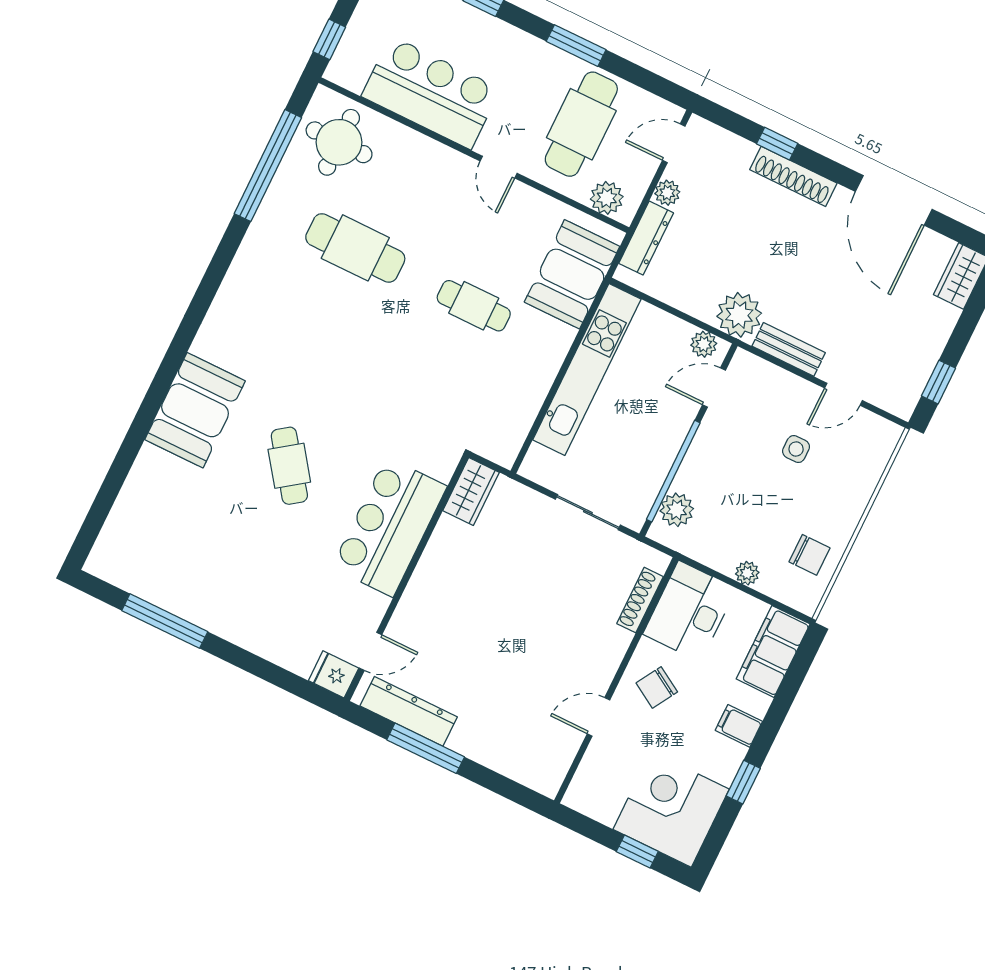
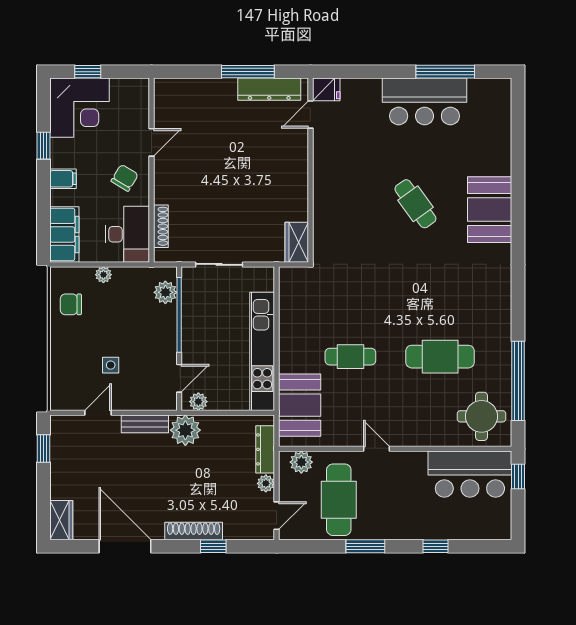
bar counter: (431, 93) -> (470, 474), moved
bar counter: (389, 527) -> (425, 101), moved, turned 90

